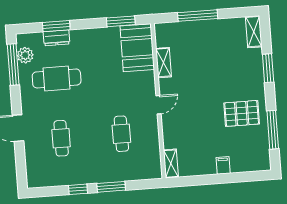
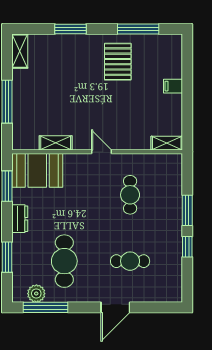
shelving: (254, 32) -> (20, 51), moved, turned 90
dresser: (56, 38) -> (20, 219), moved
cafe table: (121, 134) -> (130, 195), turned 90

